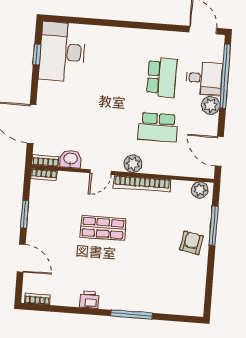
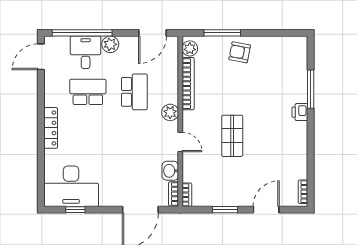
locker: (126, 35) -> (51, 128), added
bookcase: (142, 184) -> (188, 84), moved
printer: (89, 300) -> (300, 112), moved
window: (131, 315) -> (311, 89), moved

